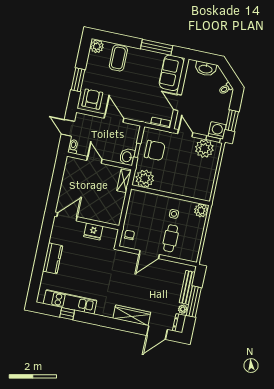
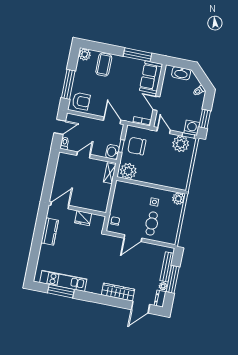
window: (78, 80) -> (68, 84), width x1.44
armchair: (92, 99) -> (81, 101), turned 90
door: (114, 118) -> (112, 120), moved
door: (68, 128) -> (60, 127), swing flipped
chair: (155, 150) -> (137, 146), turned 180
door: (94, 160) -> (84, 155), hinge flipped
kitchen counter: (53, 258) -> (50, 231), moved
window: (67, 314) -> (61, 291), width x2.17

